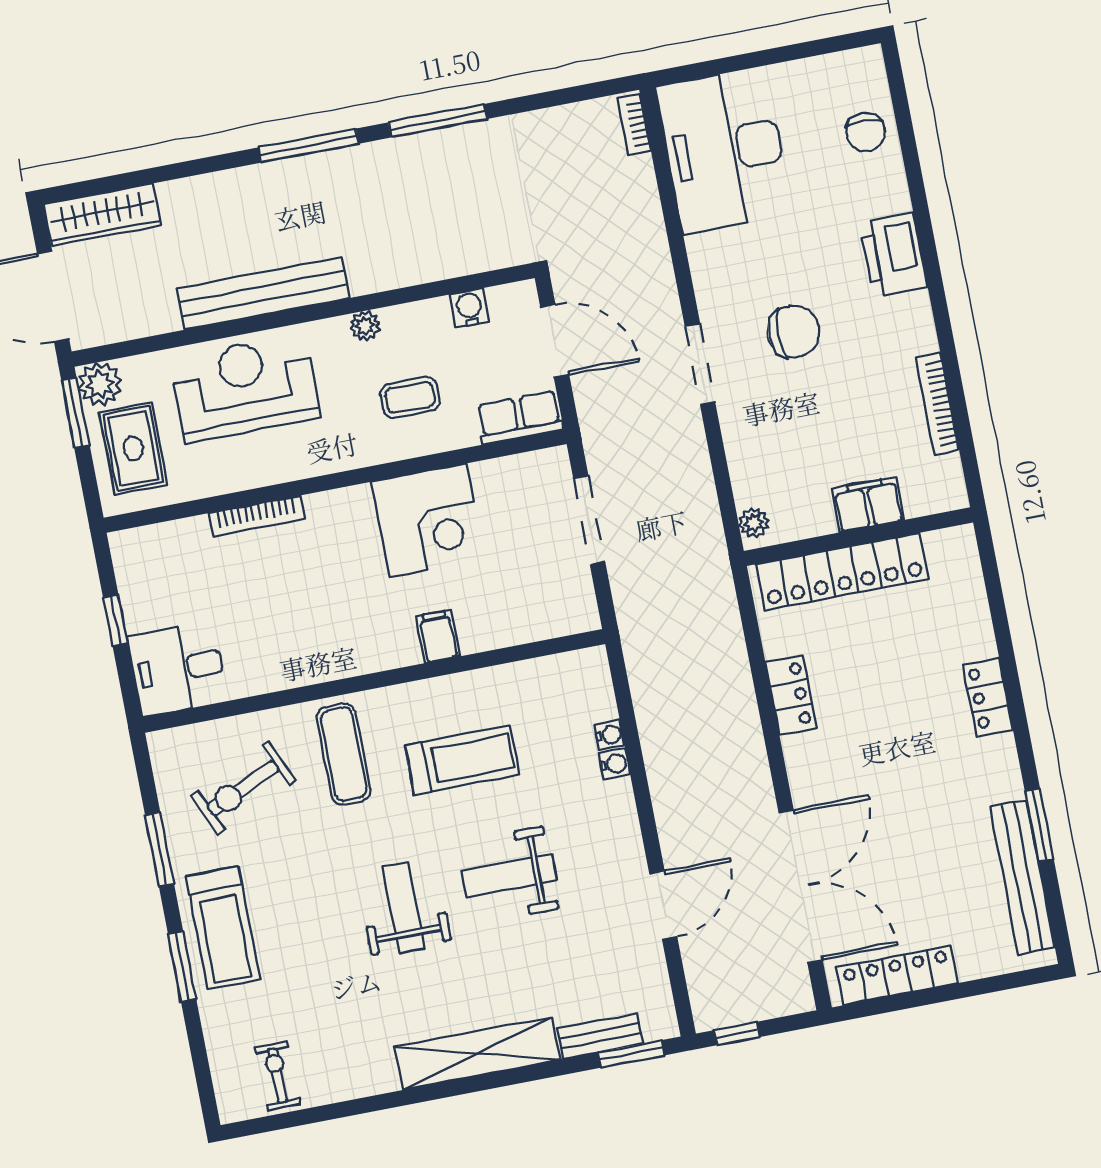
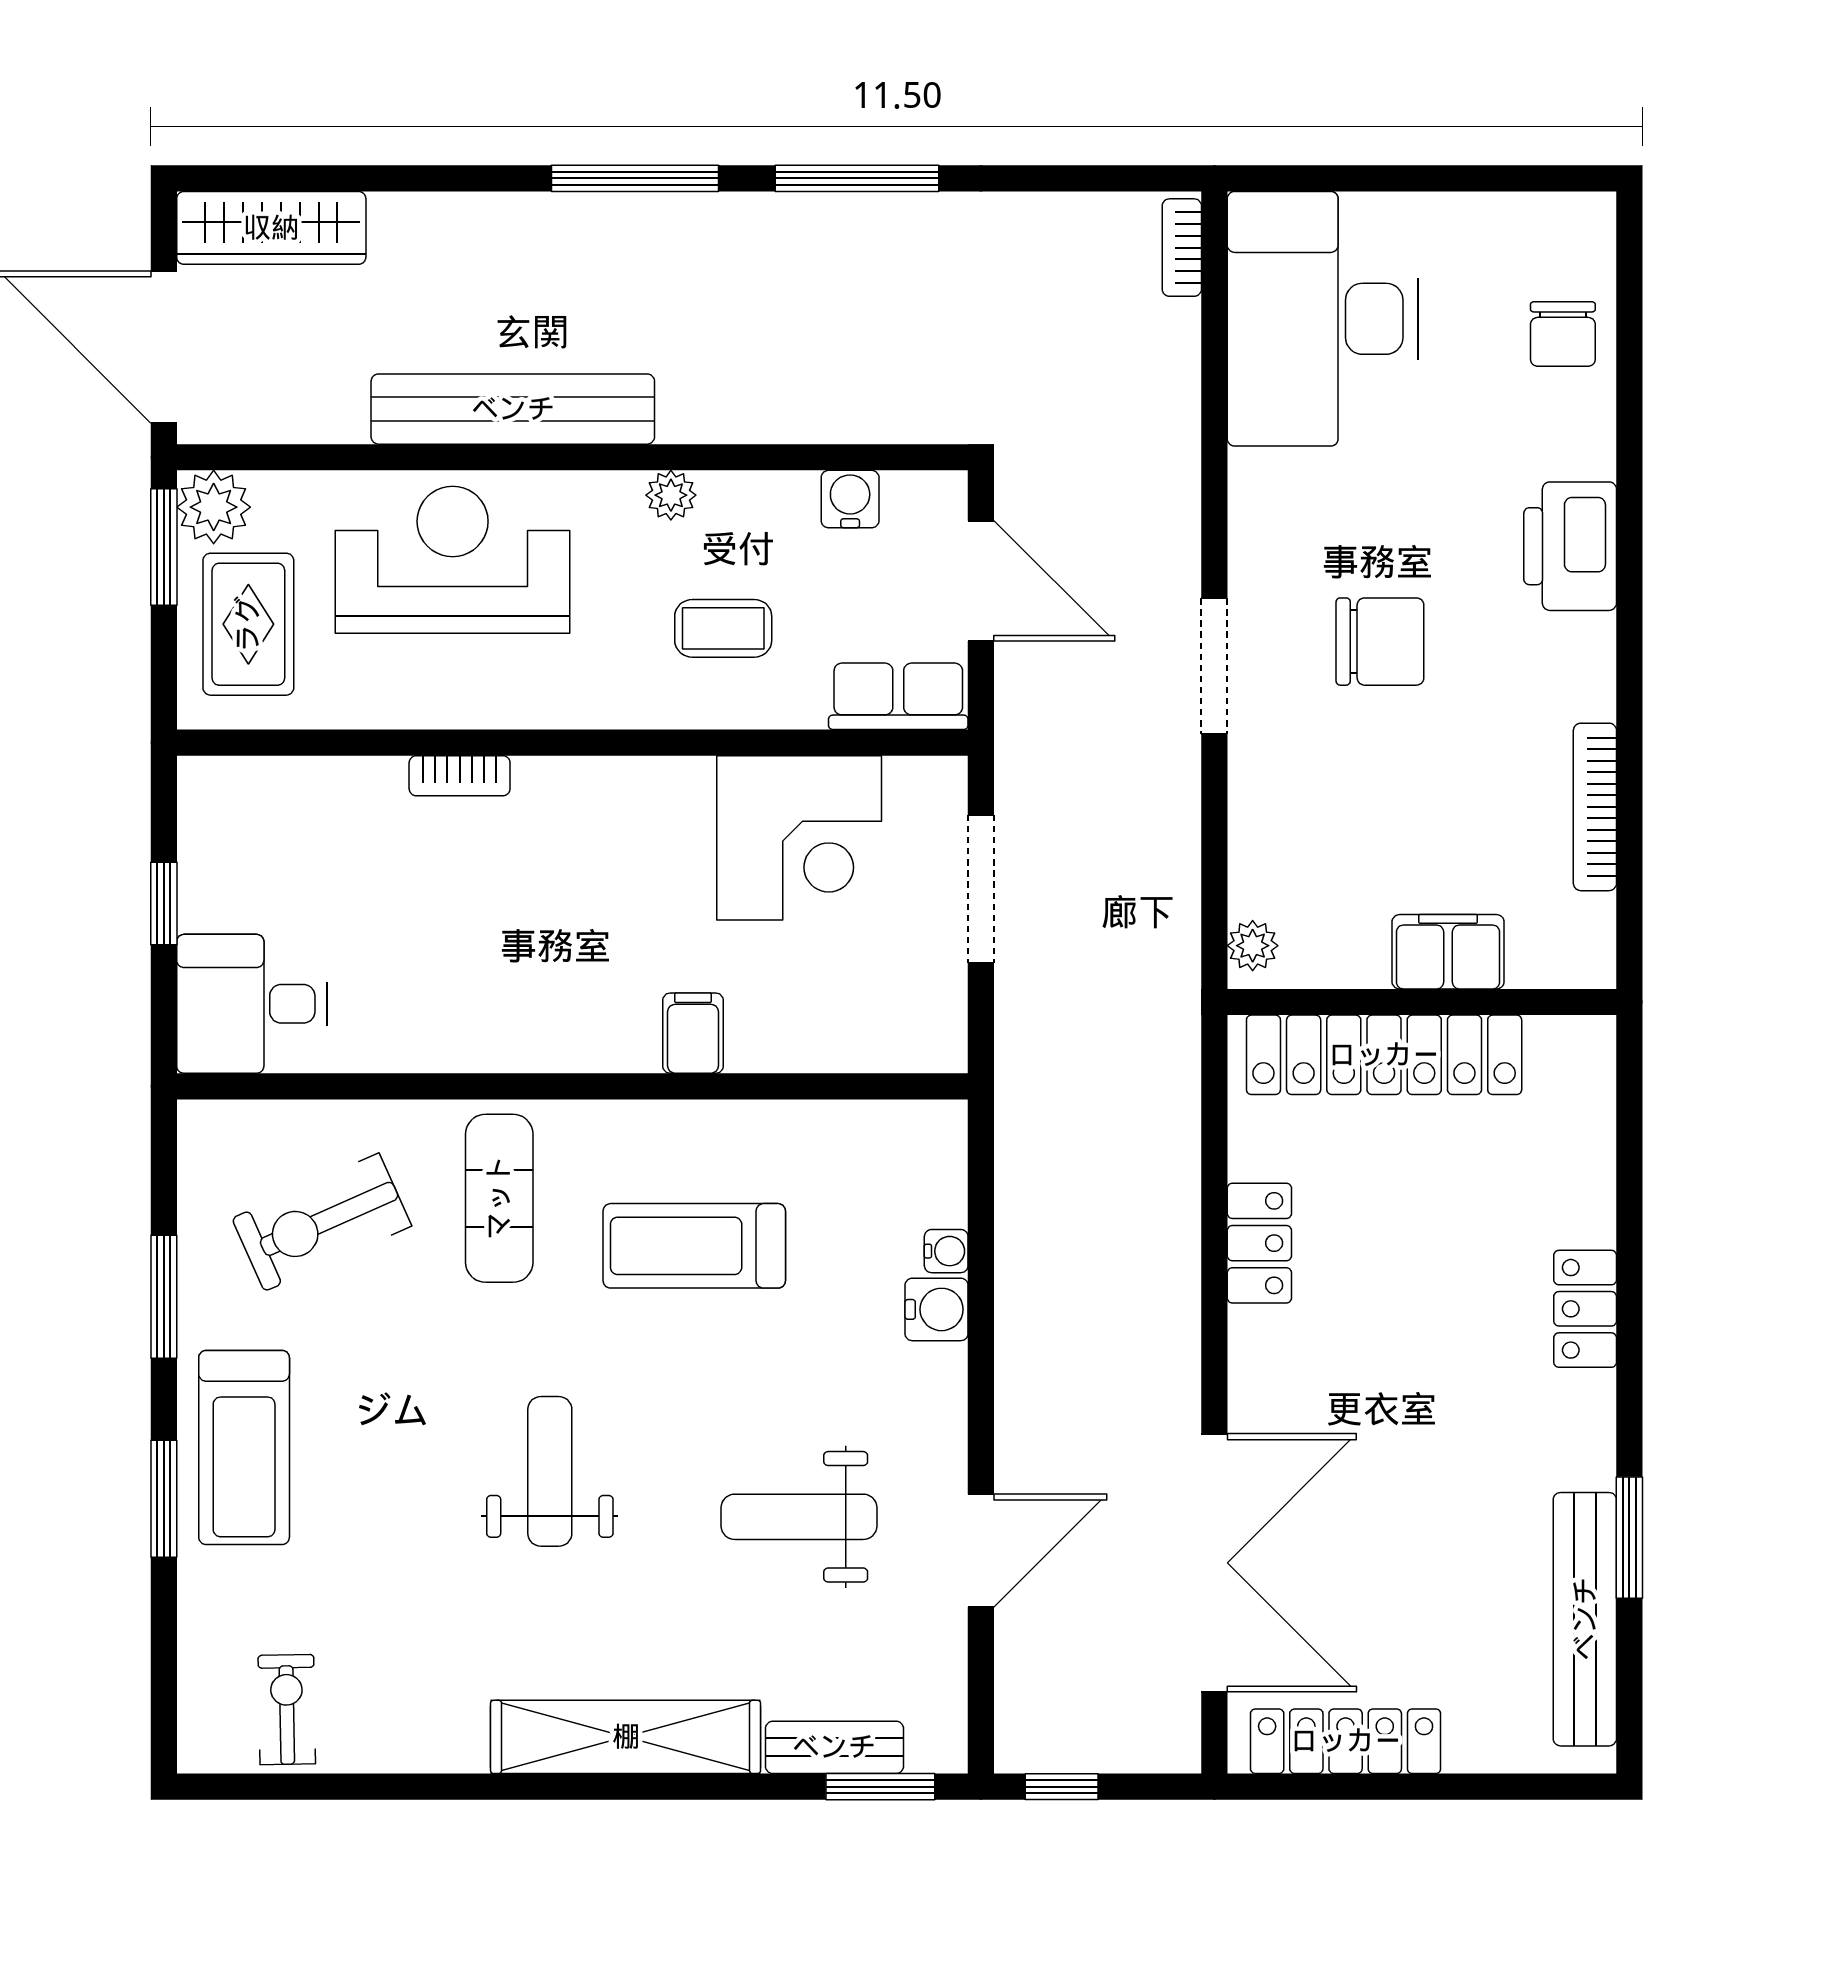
bookcase: (257, 516) -> (460, 776), width x0.64
corner desk: (428, 520) -> (799, 838), moved
treadmill: (462, 760) -> (694, 1246), turned 180
water cooler: (615, 764) -> (937, 1309), width x1.38, depth x1.38
weight bench: (509, 875) -> (799, 1517), moved

